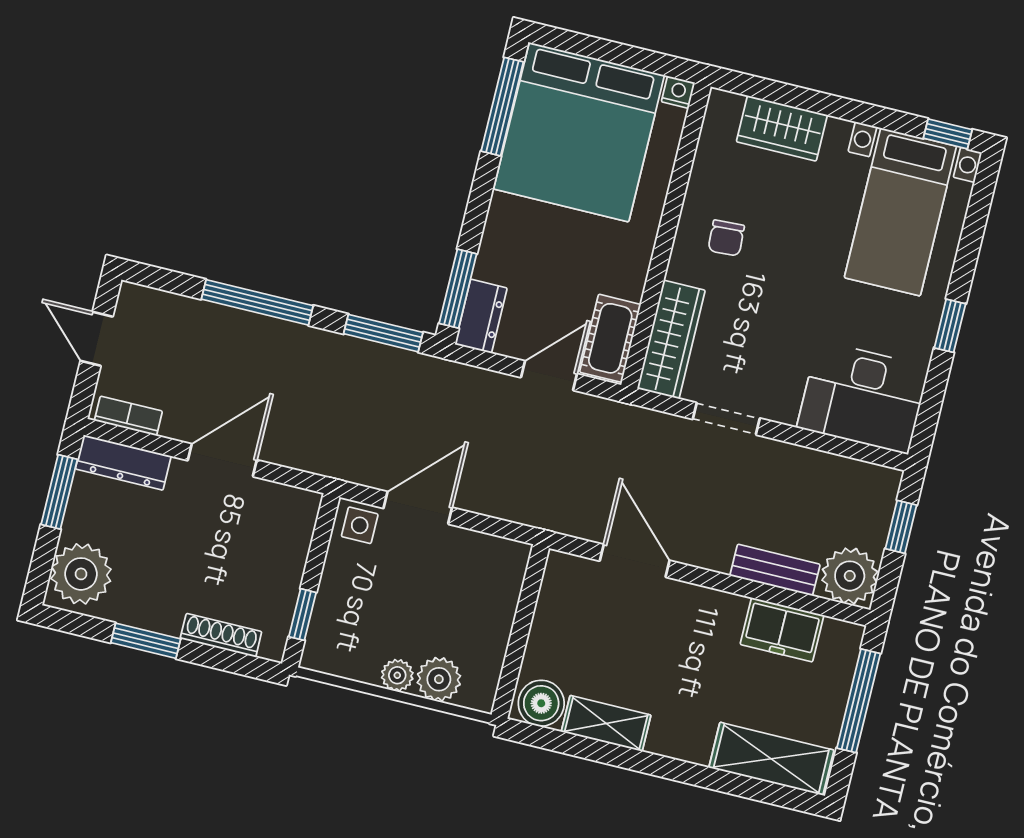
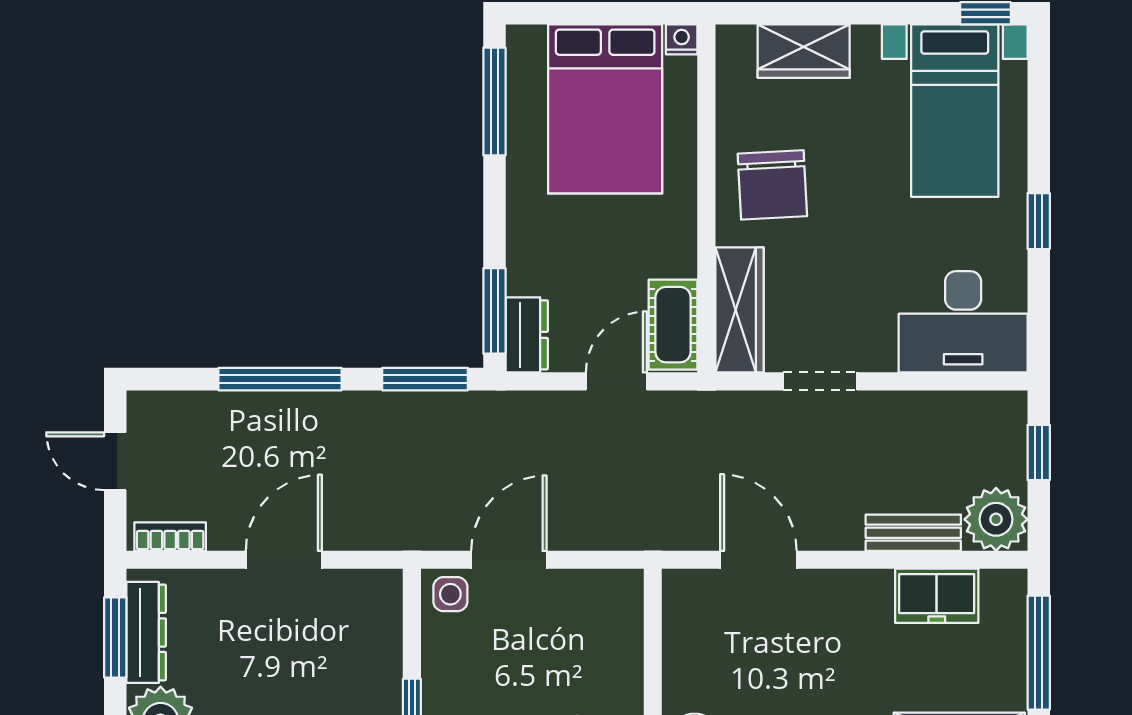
bed: (579, 132) -> (605, 109), width x0.73
chair: (726, 238) -> (772, 185), width x1.87, depth x1.87
dresser: (123, 462) -> (146, 632), moved, turned -90

